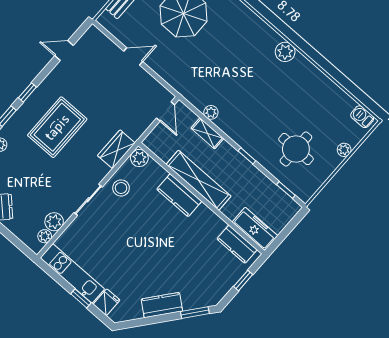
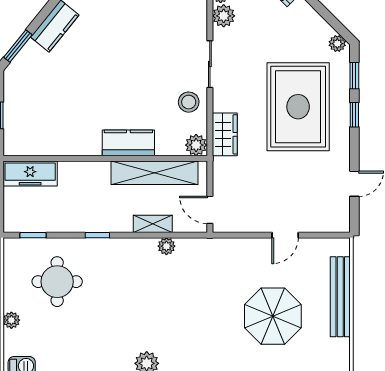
rug: (57, 127) -> (298, 107), width x1.37, depth x1.44
shelving: (199, 180) -> (155, 173), moved
kitchen counter: (237, 244) -> (34, 144), removed

